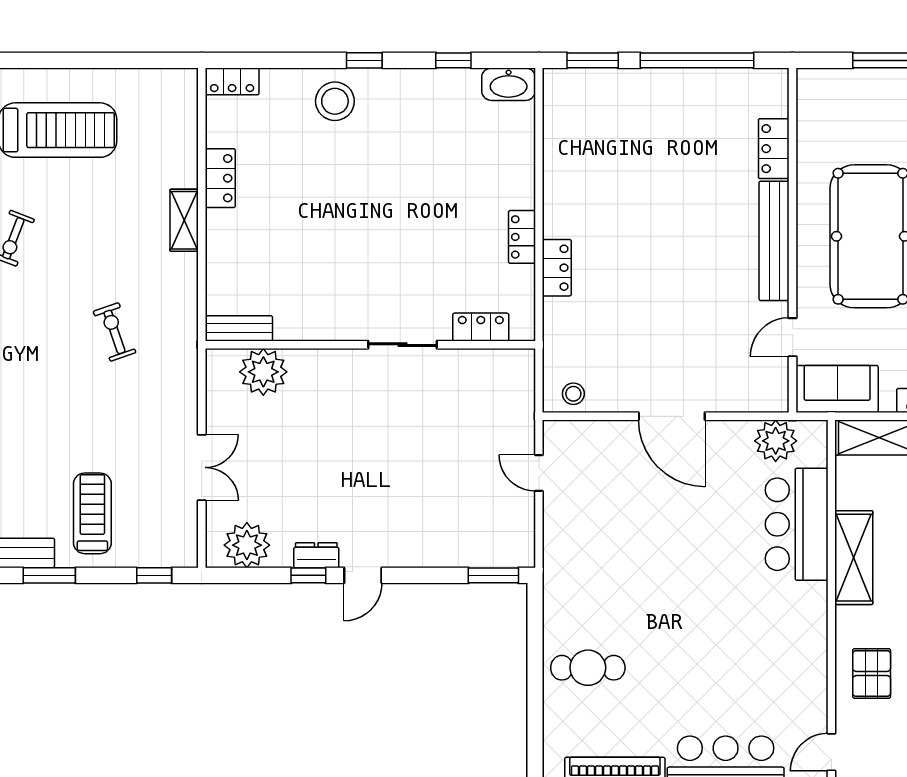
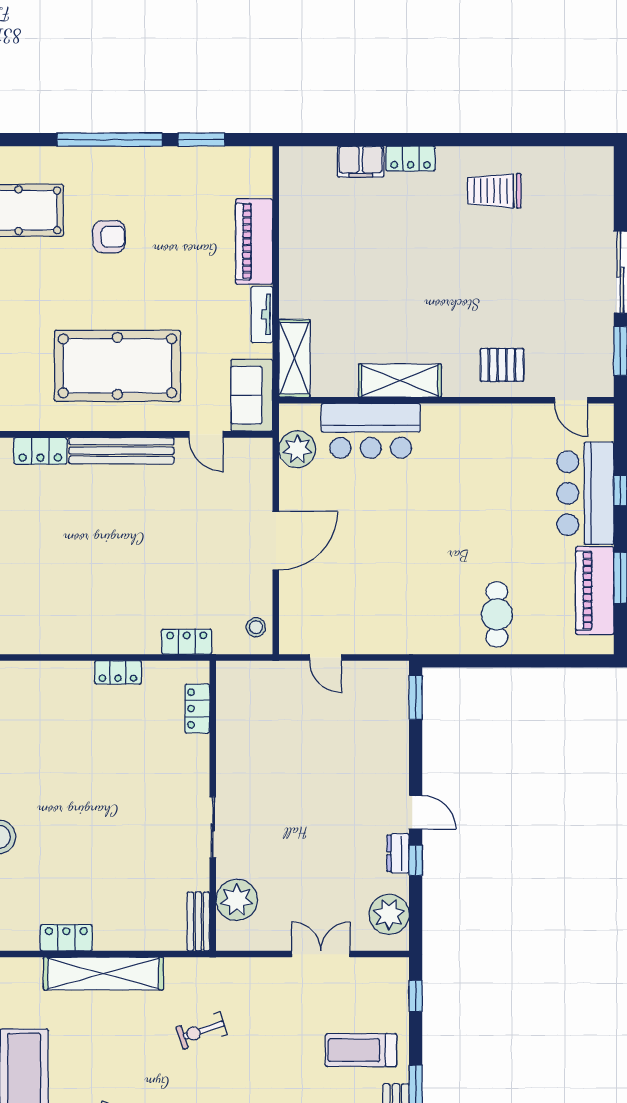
shelving: (184, 220) -> (103, 974), width x2.20, depth x1.33
locker: (557, 268) -> (187, 642), moved
sliding door: (402, 345) -> (213, 827), moved
door: (539, 473) -> (326, 657), hinge flipped

